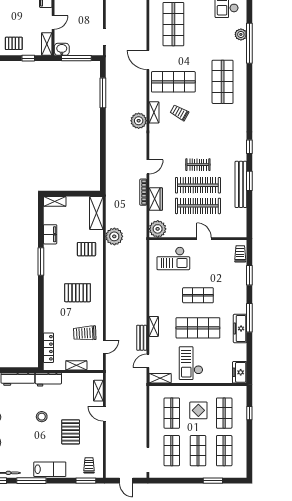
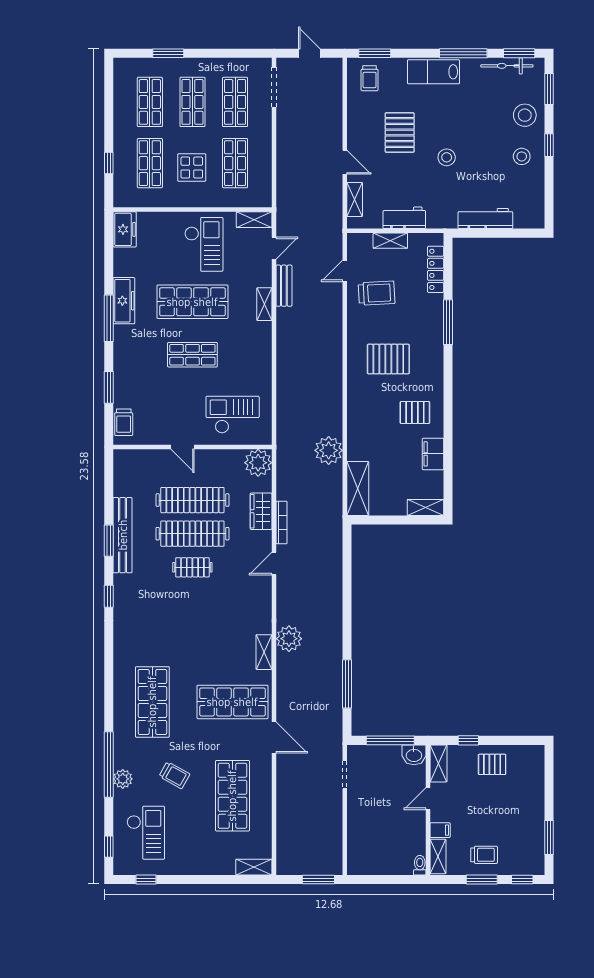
trolley: (179, 113) -> (174, 775), moved
pallet: (86, 249) -> (415, 412), moved
window: (41, 262) -> (448, 322), moved
workbench: (48, 379) -> (404, 218), moved

